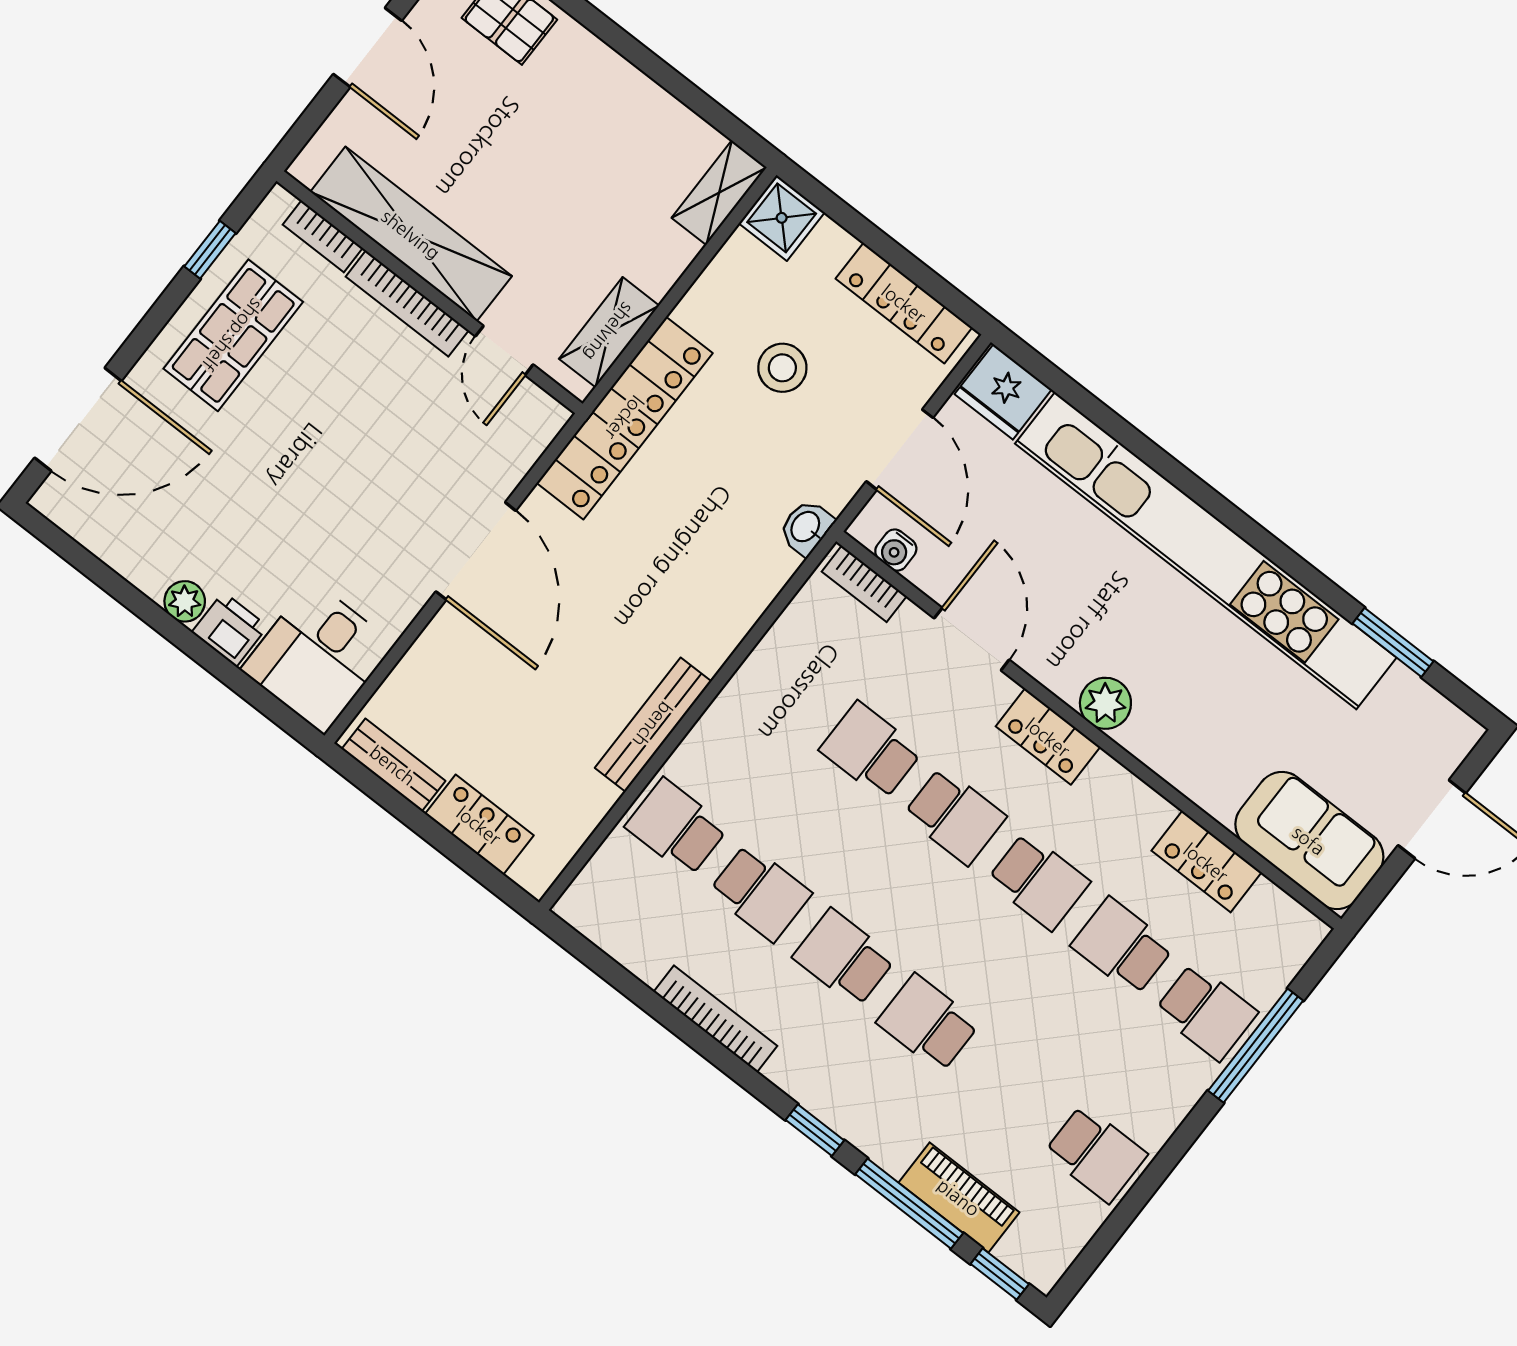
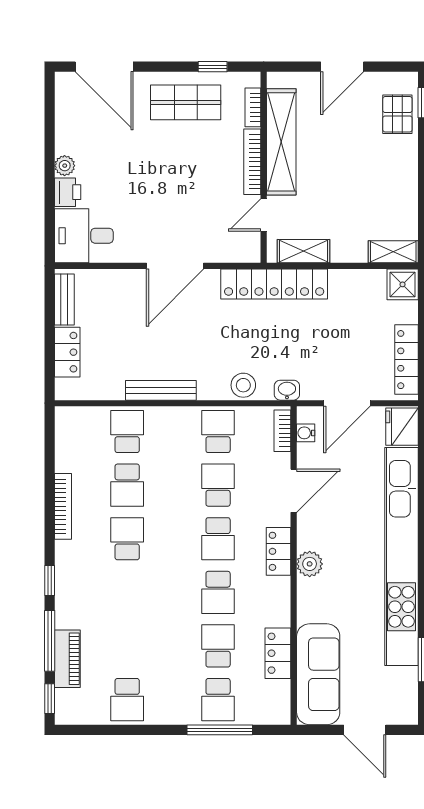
stool: (782, 368) -> (243, 385), moved
sofa: (1309, 840) -> (318, 674), width x1.36
school desk: (928, 1023) -> (218, 432), moved

